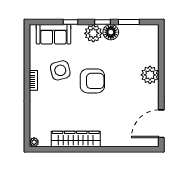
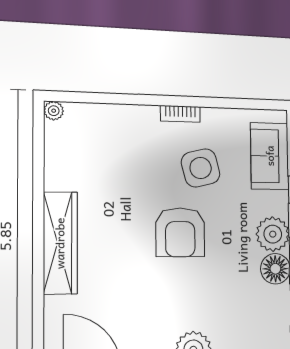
wardrobe: (76, 139) -> (60, 243), moved

